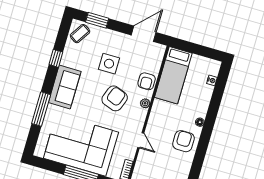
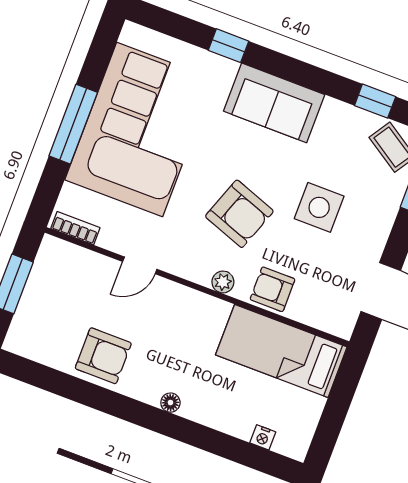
window: (56, 58) -> (375, 101), moved
window: (41, 109) -> (228, 46), width x0.46
armchair: (183, 141) -> (103, 356), moved

